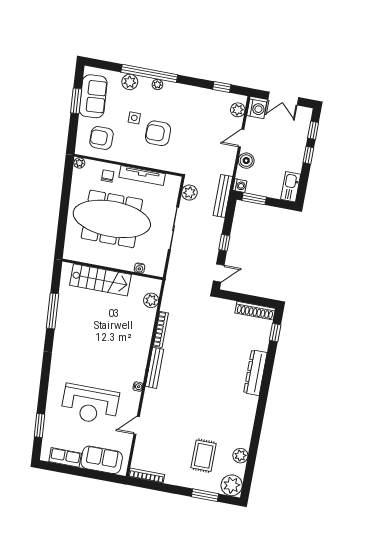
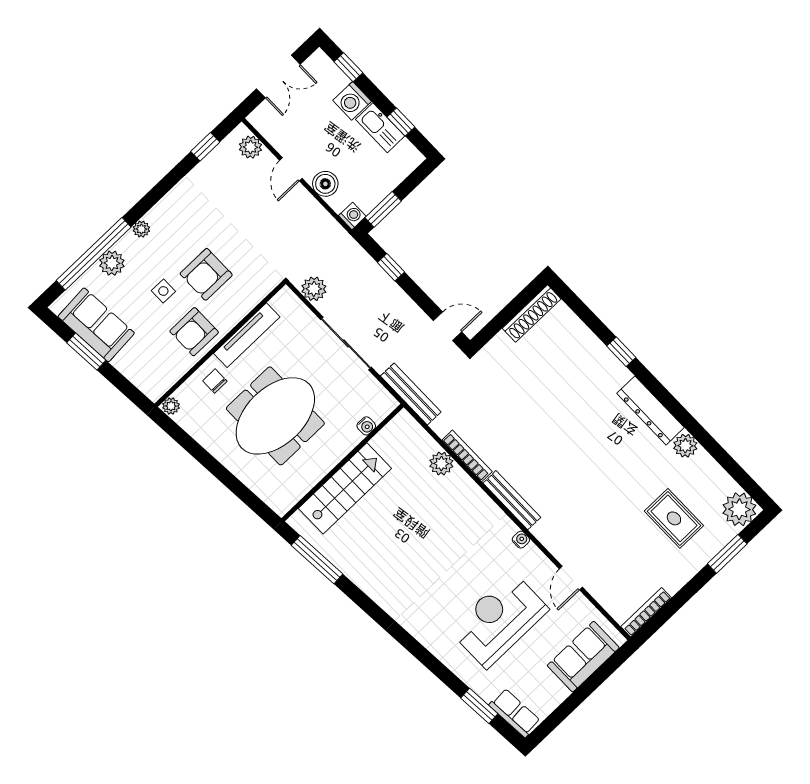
window: (149, 73) -> (94, 254), moved
washing machine: (257, 109) -> (352, 101), moved, turned 180
armchair: (102, 138) -> (194, 332), moved
window: (308, 155) -> (401, 122), moved
kitchen sink: (291, 187) -> (380, 128), moved
bench: (223, 196) -> (411, 394), moved
meeting table: (112, 219) -> (275, 416), width x0.73
window: (224, 243) -> (391, 267), moved
door: (219, 273) -> (448, 326), hinge flipped
plant: (151, 300) -> (441, 464), moved
window: (52, 311) -> (317, 560), moved
window: (275, 333) -> (621, 352), moved
dresser: (255, 373) -> (651, 410), moved
reception desk: (90, 404) -> (499, 620), turned 180
plant: (240, 456) -> (685, 446), moved
row of seats: (65, 457) -> (515, 713), moved, turned 86

